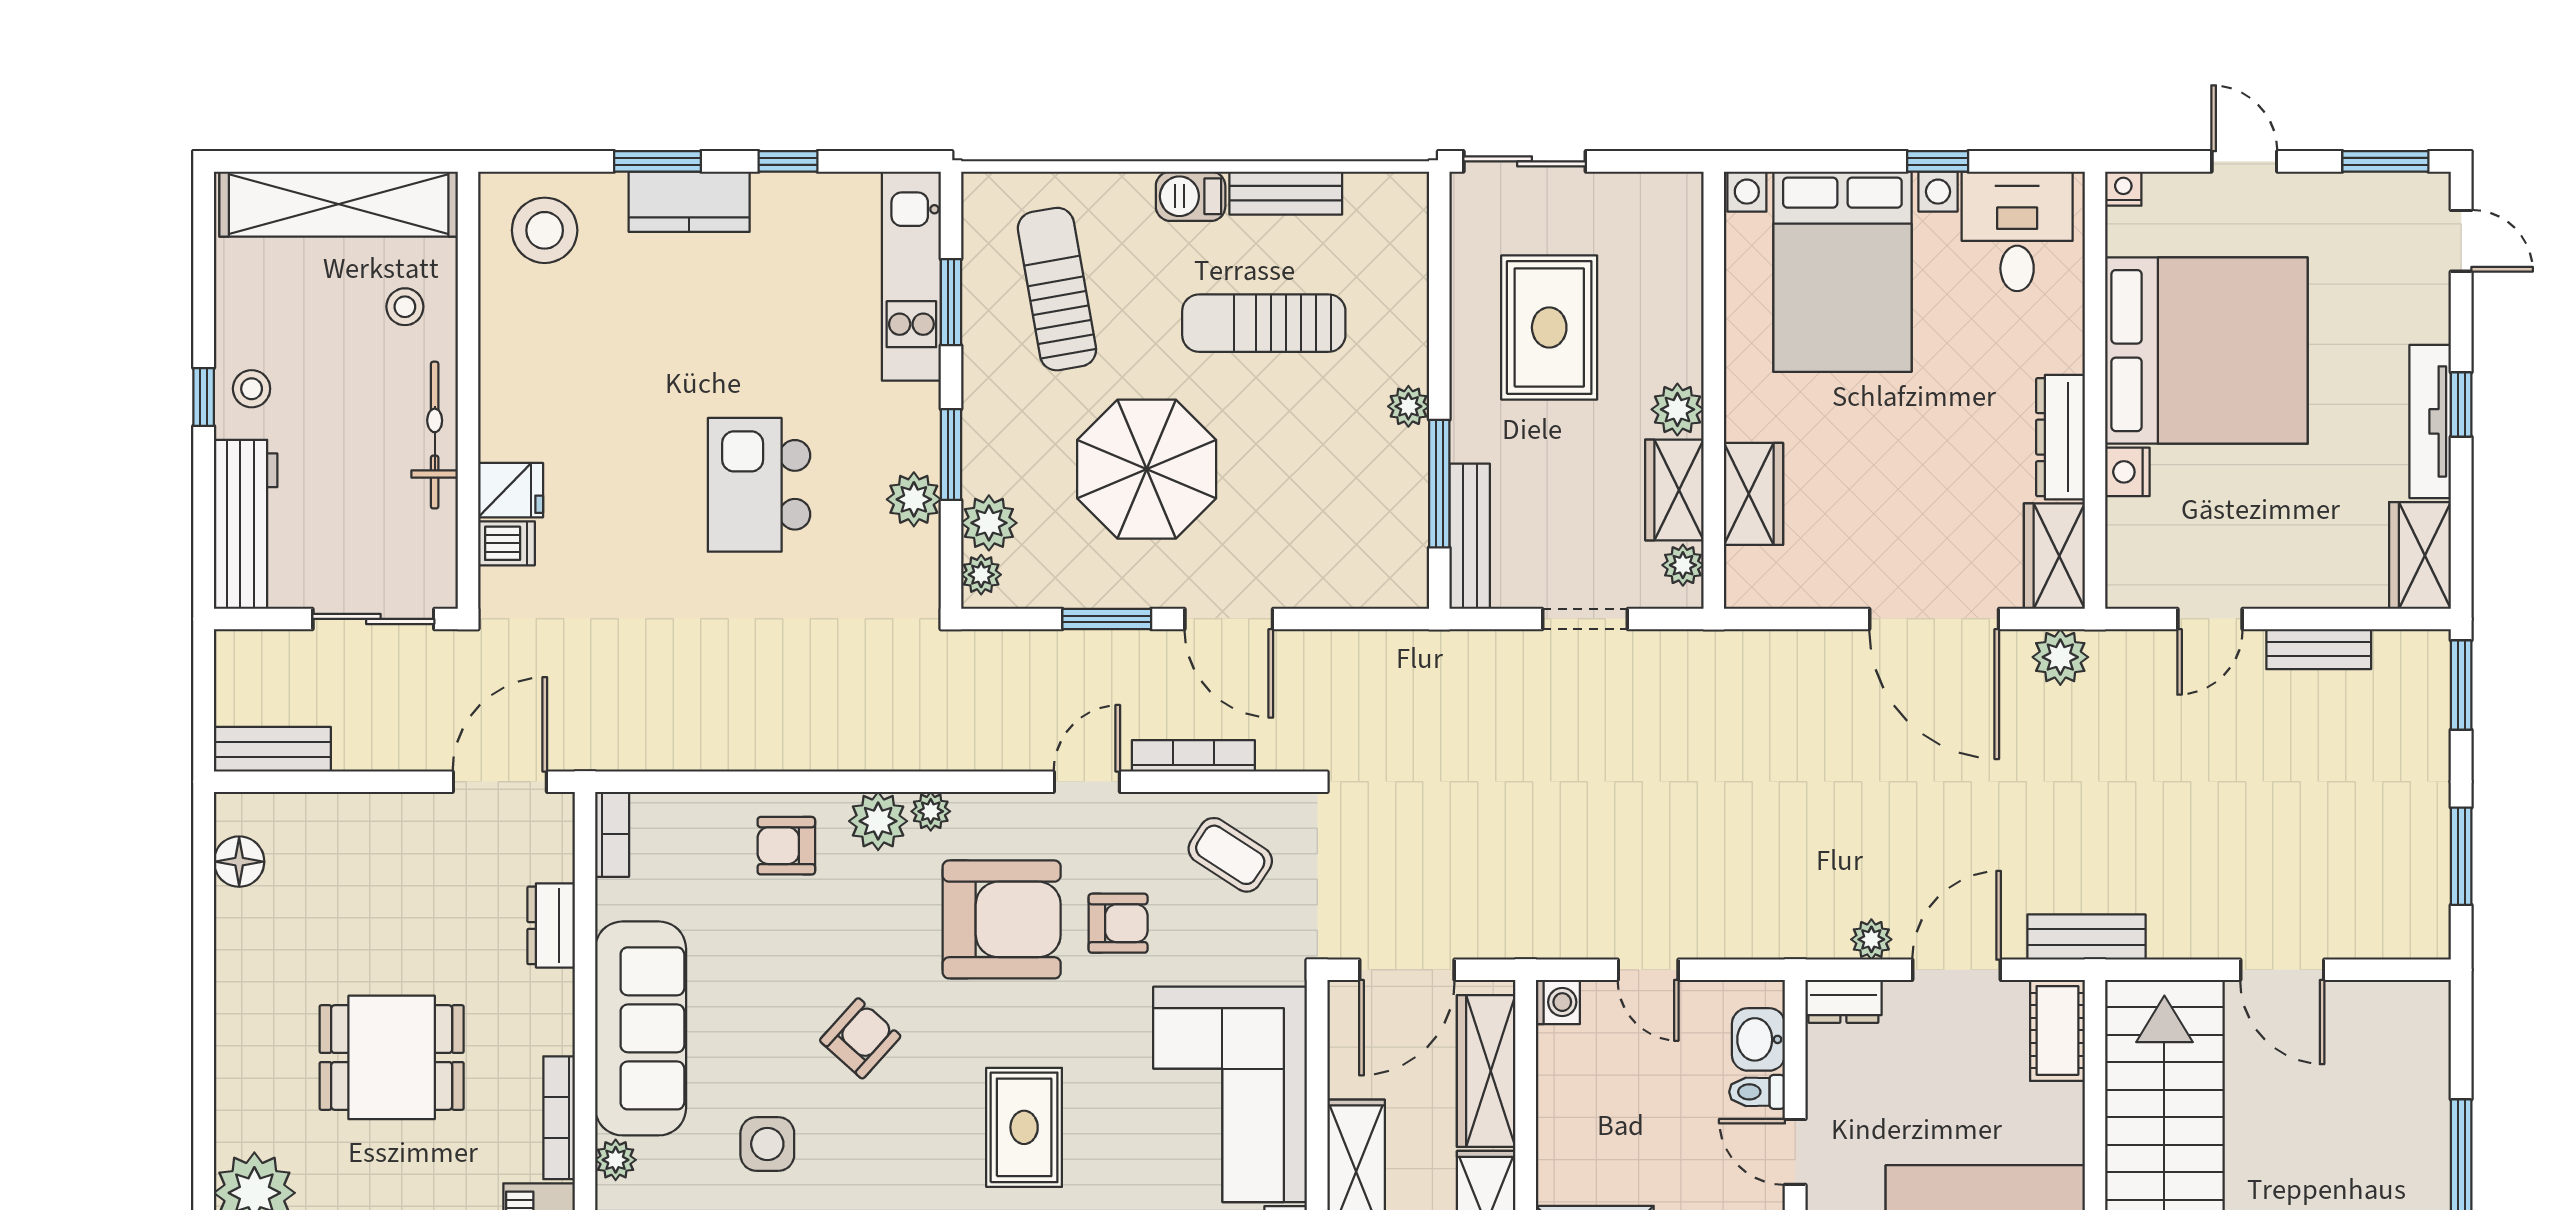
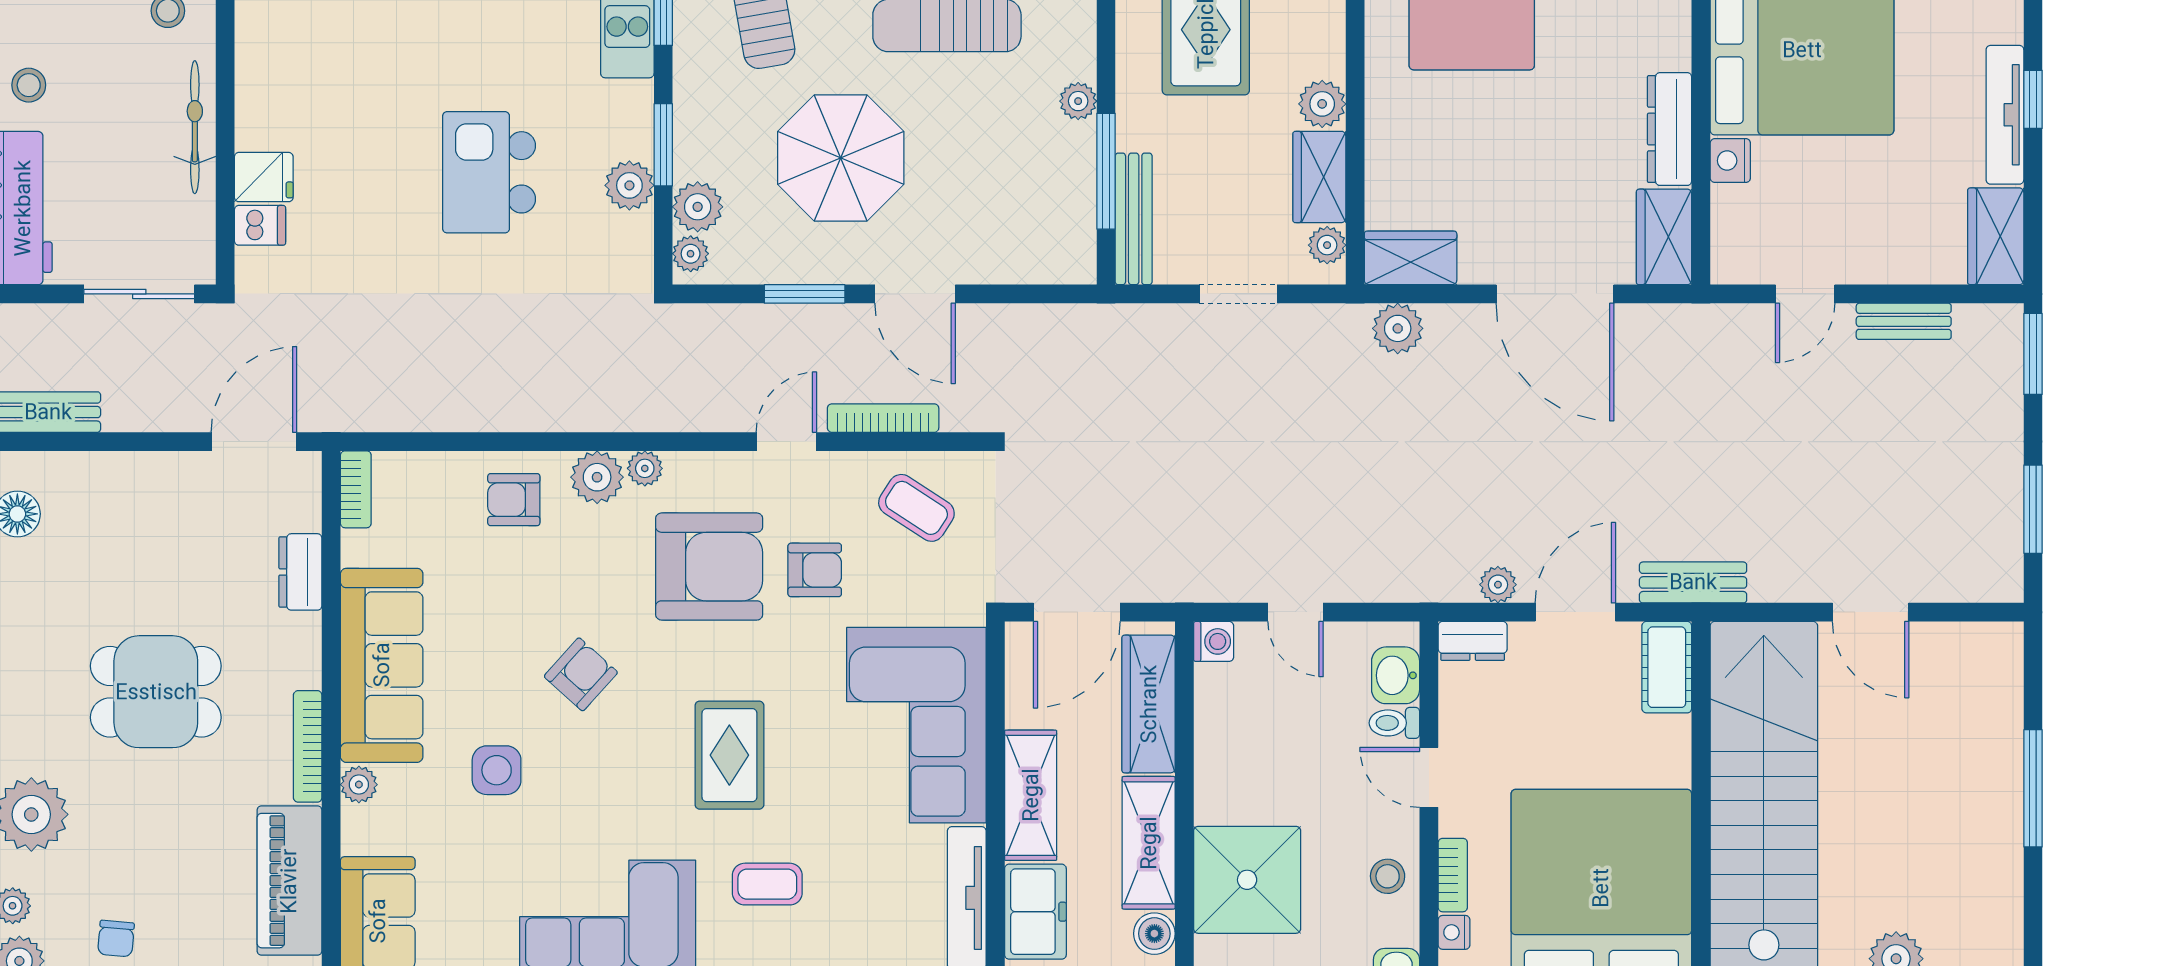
wardrobe: (1753, 494) -> (1411, 258), moved, turned -90
plant: (2060, 657) -> (1398, 328), moved

